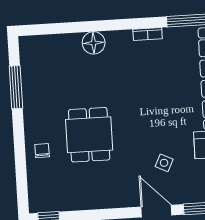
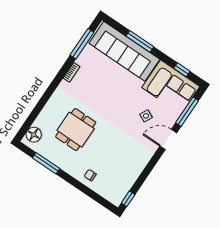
floor lamp: (94, 43) -> (34, 135), moved
dining table: (89, 135) -> (76, 130), moved, turned 90

